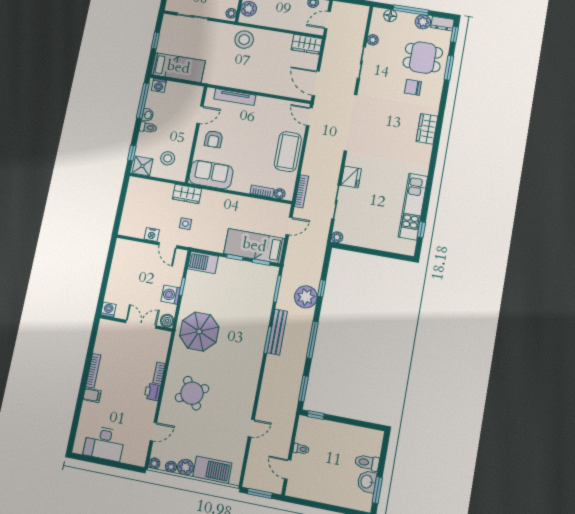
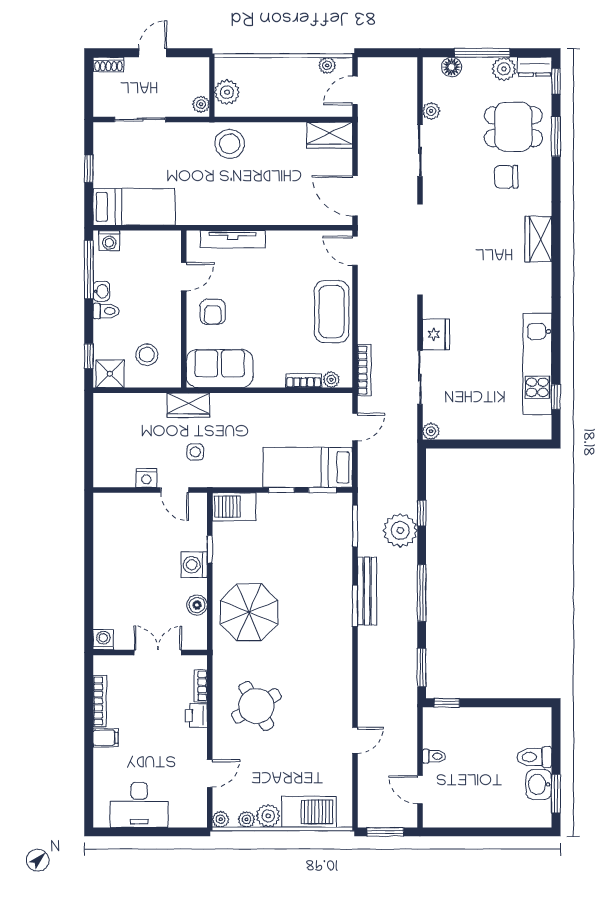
washing machine: (108, 310) -> (103, 640), moved
wall: (136, 323) -> (150, 652), moved
double door: (141, 324) -> (158, 652), moved

